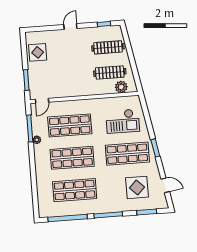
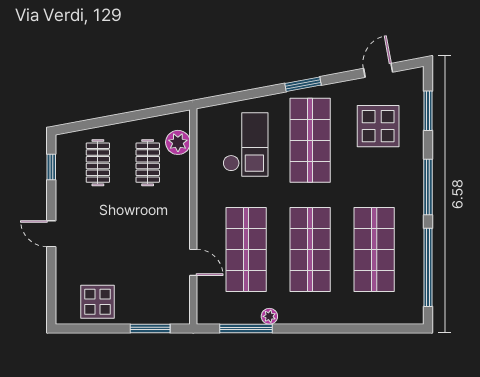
clothes rail: (108, 47) -> (98, 163), width x0.73
clothes rail: (110, 72) -> (148, 163), width x0.73
door: (42, 101) -> (193, 262), moved

